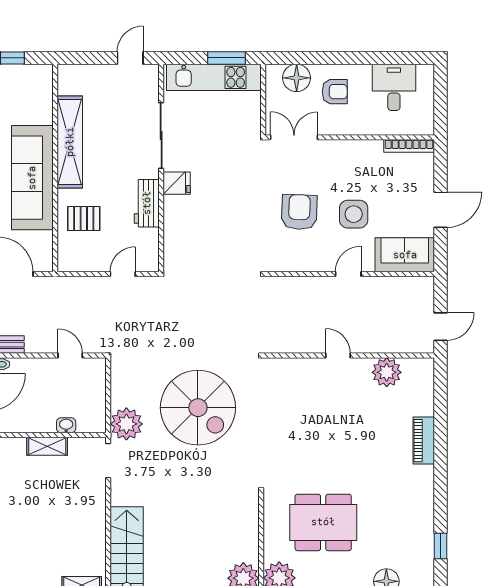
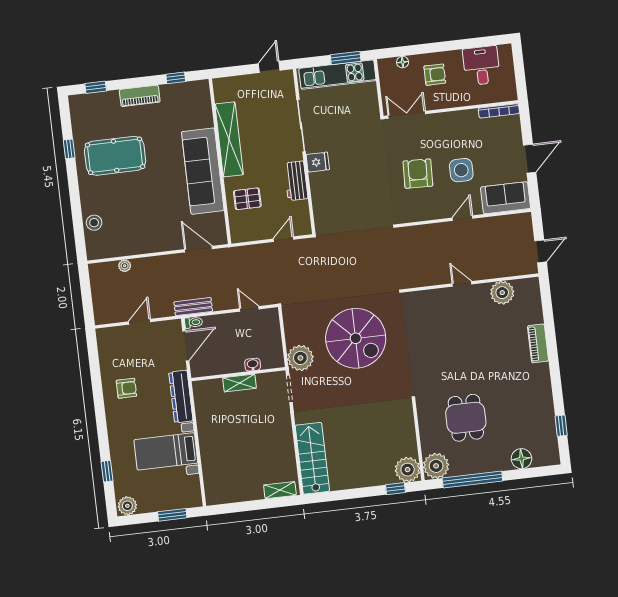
floor lamp: (297, 78) -> (403, 62), width x0.53, depth x0.53
dining table: (323, 522) -> (466, 418), width x0.73

